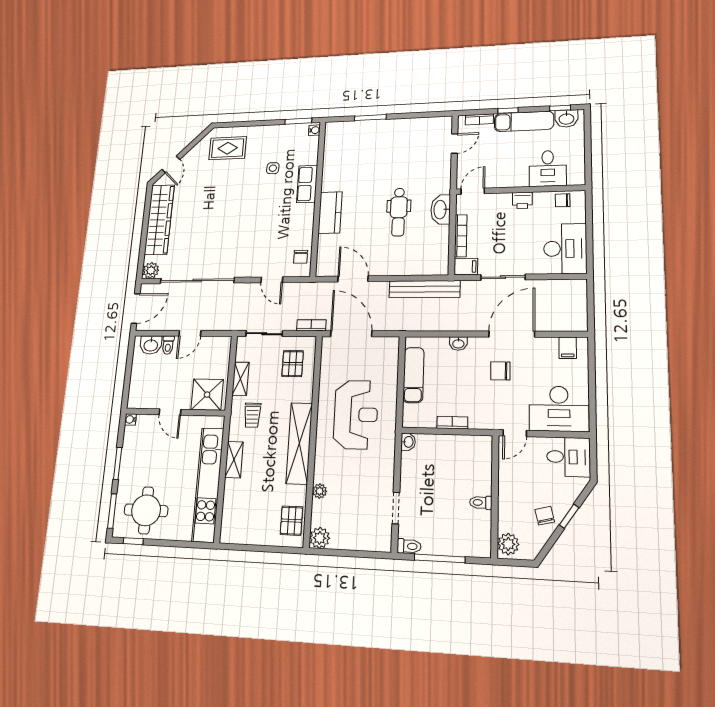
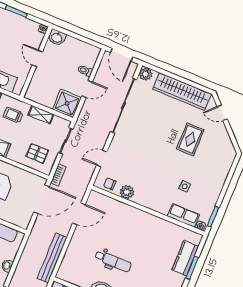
rug: (228, 148) -> (190, 139), moved
row of seats: (307, 184) -> (183, 215), moved
dental chair: (399, 212) -> (113, 261), turned 180
kitchen counter: (330, 213) -> (185, 258), moved, turned 90
plant: (304, 232) -> (127, 192), added
door: (190, 333) -> (87, 89), swing flipped
washbasin: (151, 345) -> (57, 38), moved, turned -90
shower: (207, 395) -> (67, 103), moved
door: (170, 412) -> (37, 59), hinge flipped

